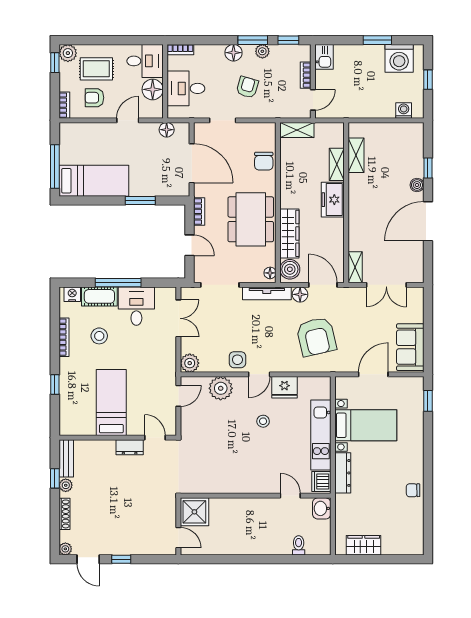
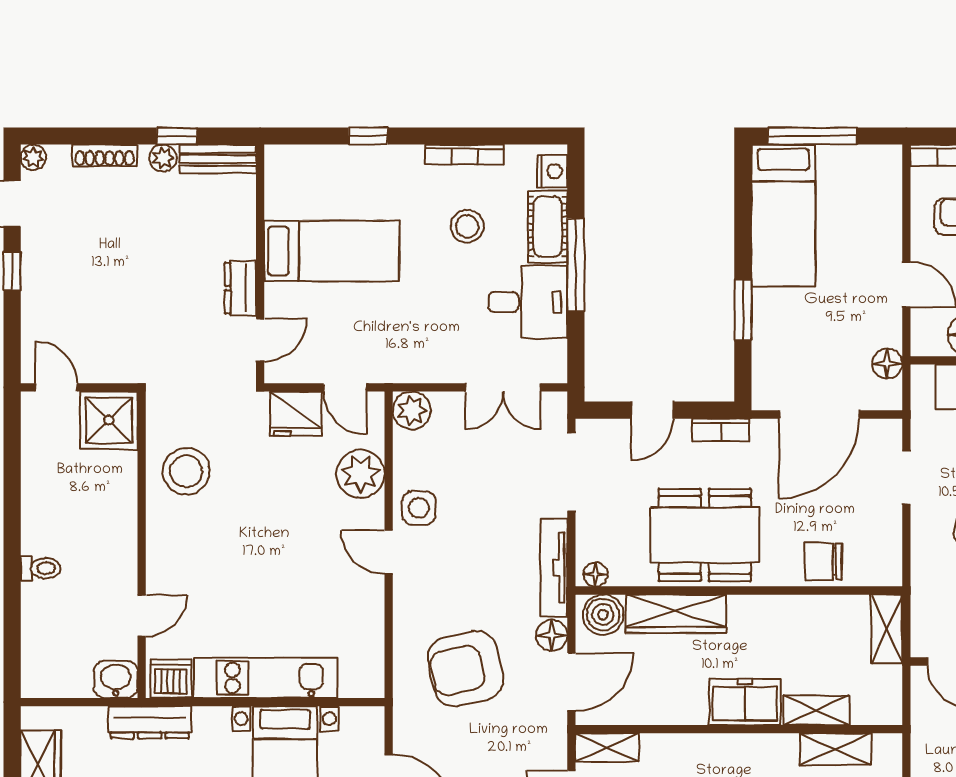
fridge: (284, 387) -> (296, 414), moved, turned -90
stool: (263, 421) -> (186, 471), moved, width x1.89, depth x1.89
dresser: (343, 473) -> (150, 722), moved
door: (178, 538) -> (56, 387), swing flipped
toilet: (299, 545) -> (41, 568), moved

